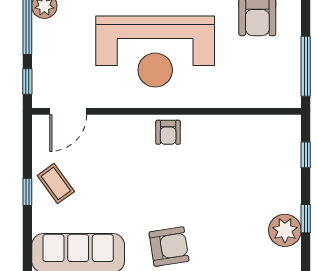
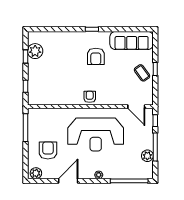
reception desk: (155, 51) -> (96, 135), turned 180
door: (68, 111) -> (136, 107), swing flipped
armchair: (169, 247) -> (96, 56), moved, turned -81

